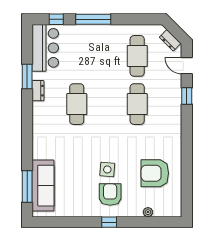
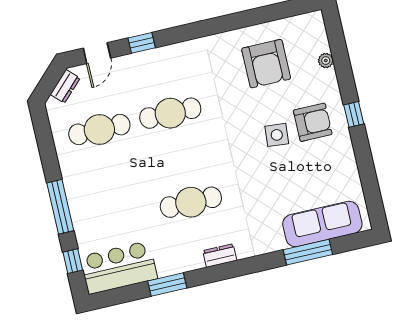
dresser: (38, 91) -> (220, 256), moved
window: (27, 187) -> (308, 252), moved
armchair: (110, 195) -> (313, 122), turned 180

